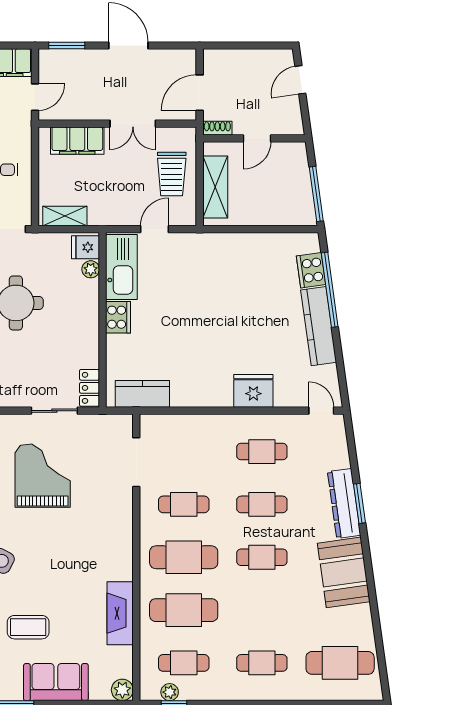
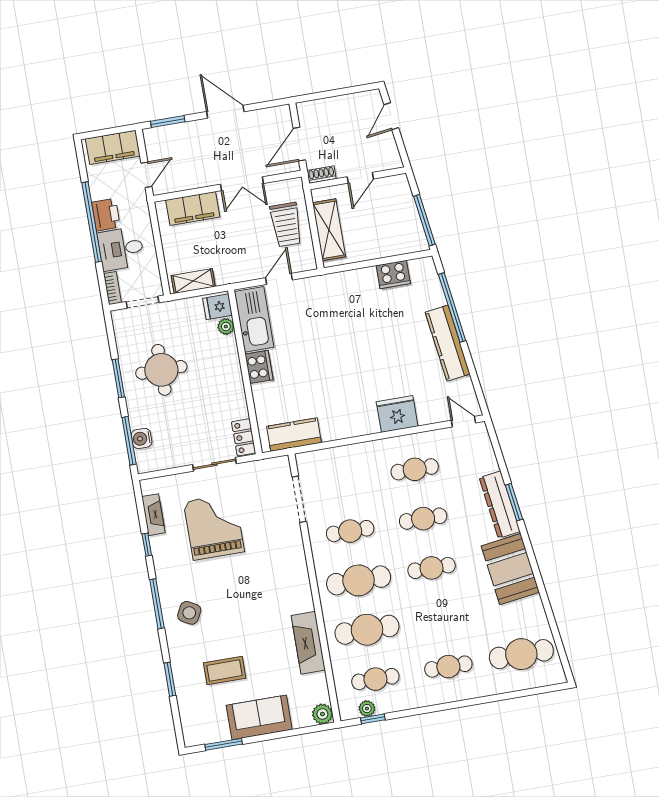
cooker: (311, 270) -> (393, 274), moved, turned -82

